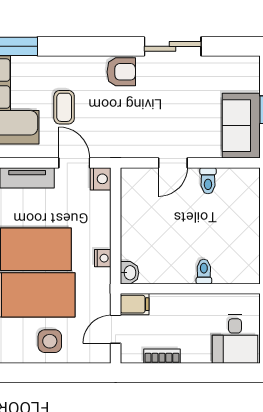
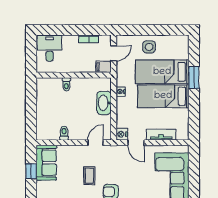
coffee table: (64, 107) -> (89, 176), moved
door: (173, 163) -> (96, 143), moved
washbasin: (129, 273) -> (104, 103), moved, width x1.91, depth x1.45

